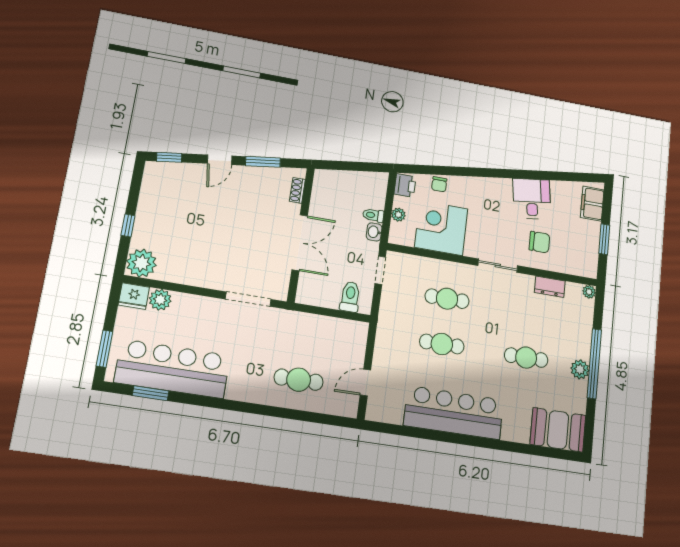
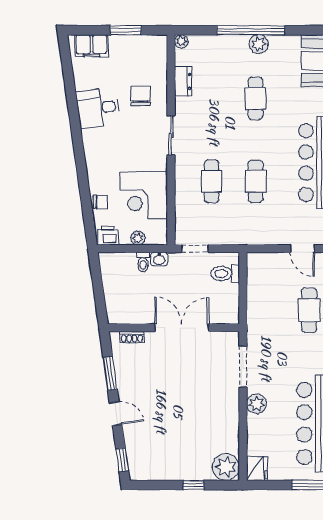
plant: (160, 300) -> (256, 404), moved

